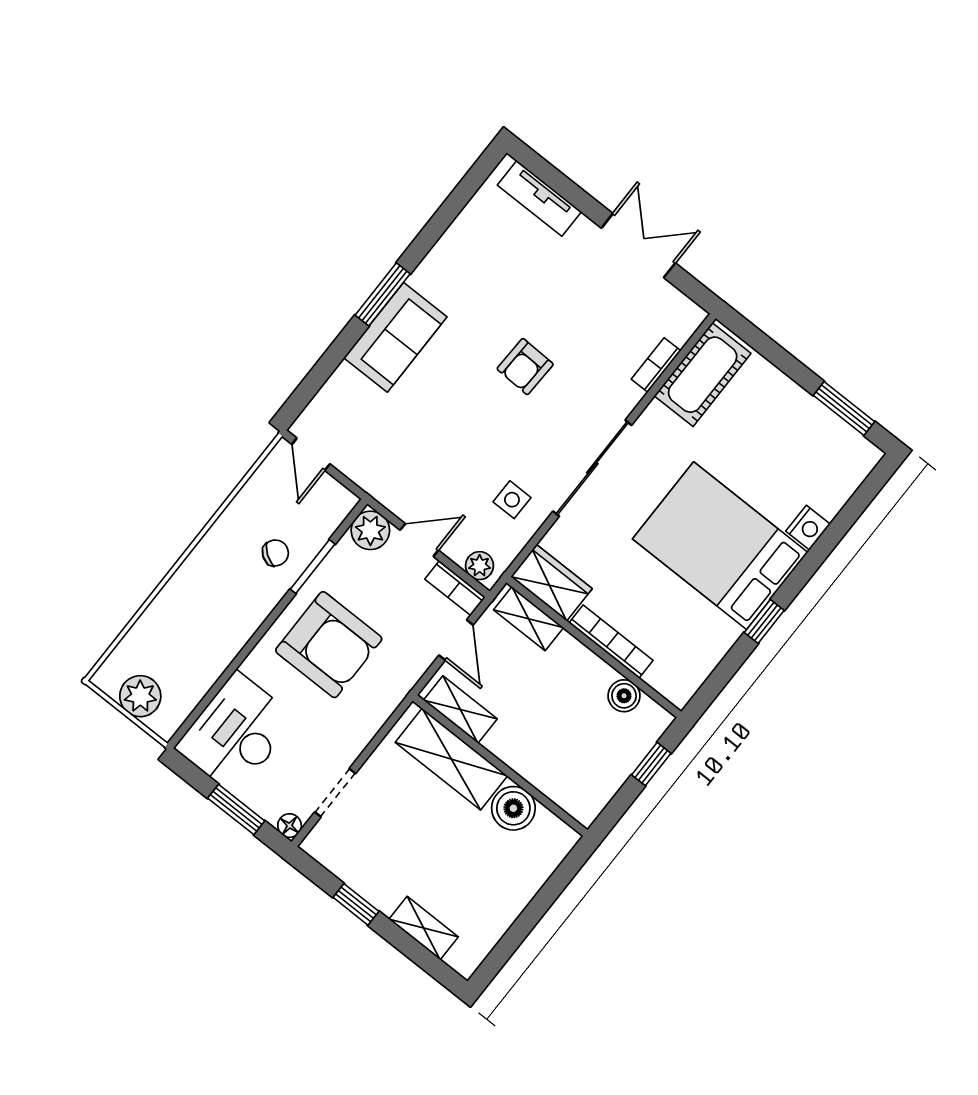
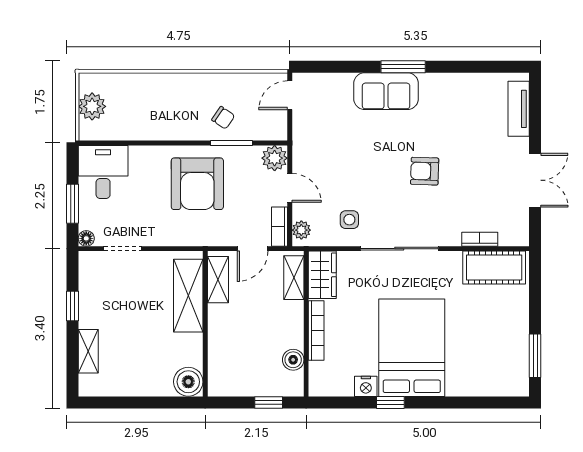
nightstand: (808, 528) -> (366, 386), moved
desk: (236, 733) -> (103, 172), width x0.73
boiler: (513, 808) -> (188, 382), moved

